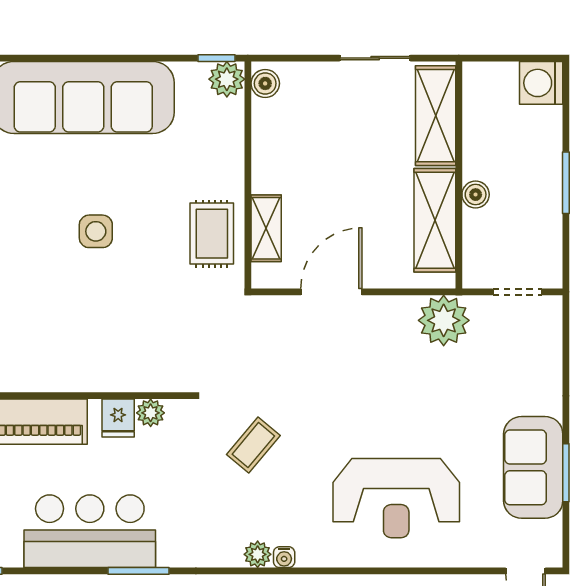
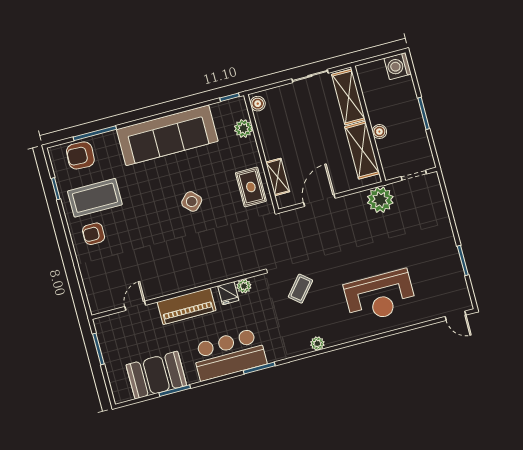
plant: (227, 79) -> (243, 129), moved
side table: (96, 231) -> (192, 201), turned 45
sofa: (533, 467) -> (445, 262), removed
water cooler: (284, 557) -> (331, 341), removed

